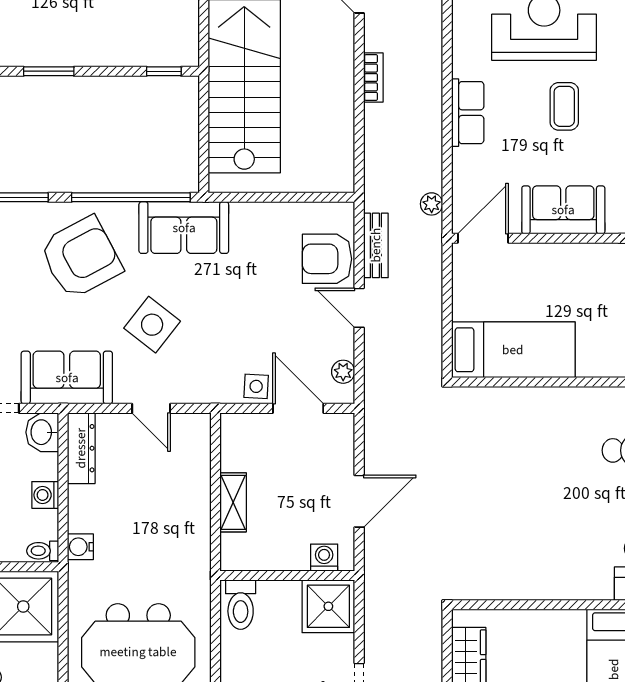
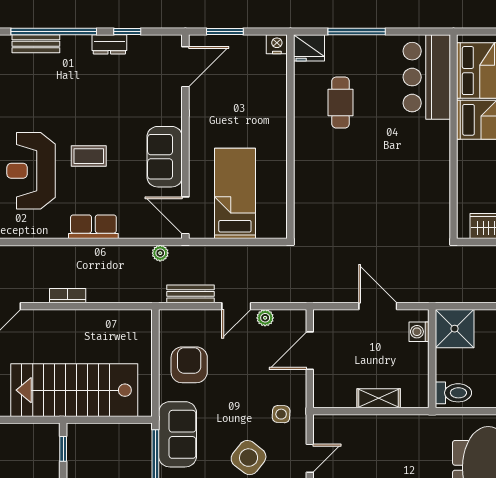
armchair: (327, 259) -> (189, 365), moved, turned 180
bed: (513, 350) -> (235, 193), moved
plant: (343, 372) -> (265, 318), moved
side table: (256, 386) -> (281, 414), moved

